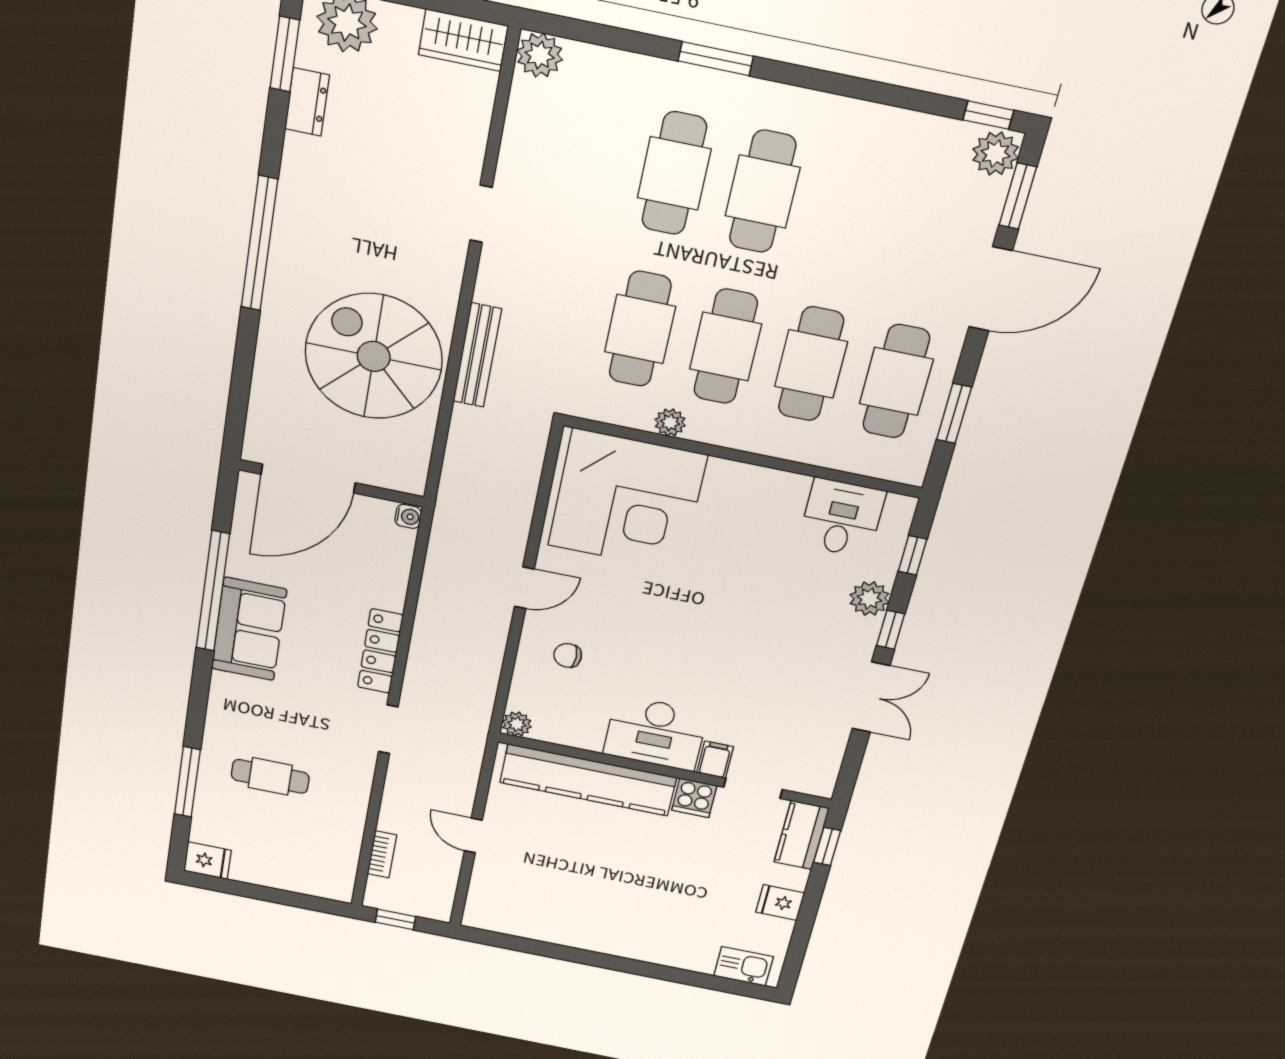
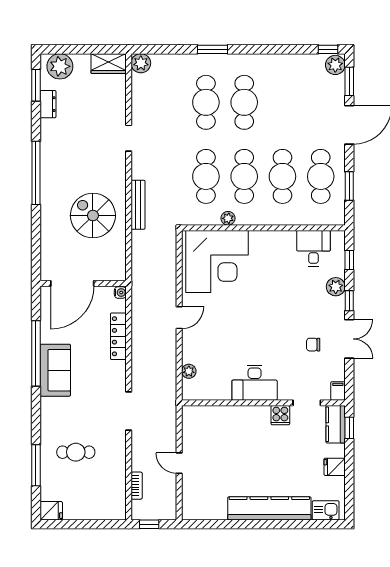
spiral stairs: (374, 356) -> (93, 216), width x0.73, depth x0.73
locker: (380, 651) -> (118, 336), moved
chair: (568, 655) -> (313, 345), moved
plant: (517, 724) -> (189, 371), moved
doorway: (388, 729) -> (129, 411), width x1.38
filing cabinet: (715, 760) -> (338, 391), moved
kitchen counter: (588, 780) -> (269, 508), moved, turned 180

